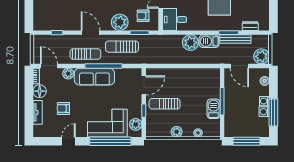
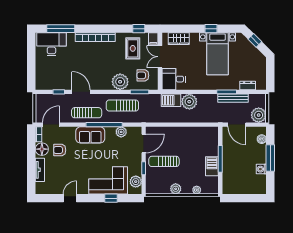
door: (91, 33) -> (81, 92), moved
barbecue: (209, 41) -> (171, 100), moved
door: (49, 66) -> (51, 125), hinge flipped
plant: (68, 74) -> (121, 132), moved
sofa: (94, 77) -> (90, 135), width x0.73
washing machine: (264, 101) -> (262, 159), removed
armchair: (63, 109) -> (60, 150), moved
window: (273, 112) -> (270, 158), moved
window: (110, 141) -> (111, 198), width x0.32
window: (247, 141) -> (244, 198), removed

